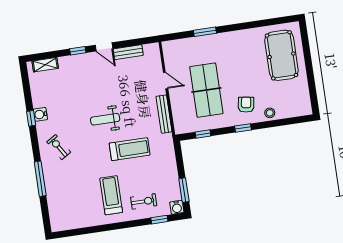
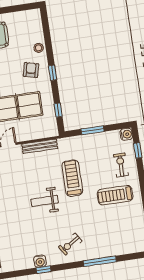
armchair: (246, 105) -> (31, 70), turned 95
weight bench: (105, 119) -> (45, 201), turned 90
window: (184, 190) -> (93, 130), moved

